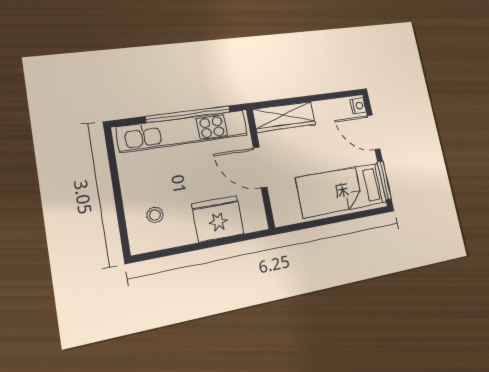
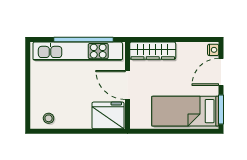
door: (374, 132) -> (221, 72), hinge flipped
stool: (155, 215) -> (49, 118), moved
fridge: (218, 219) -> (108, 115), moved

